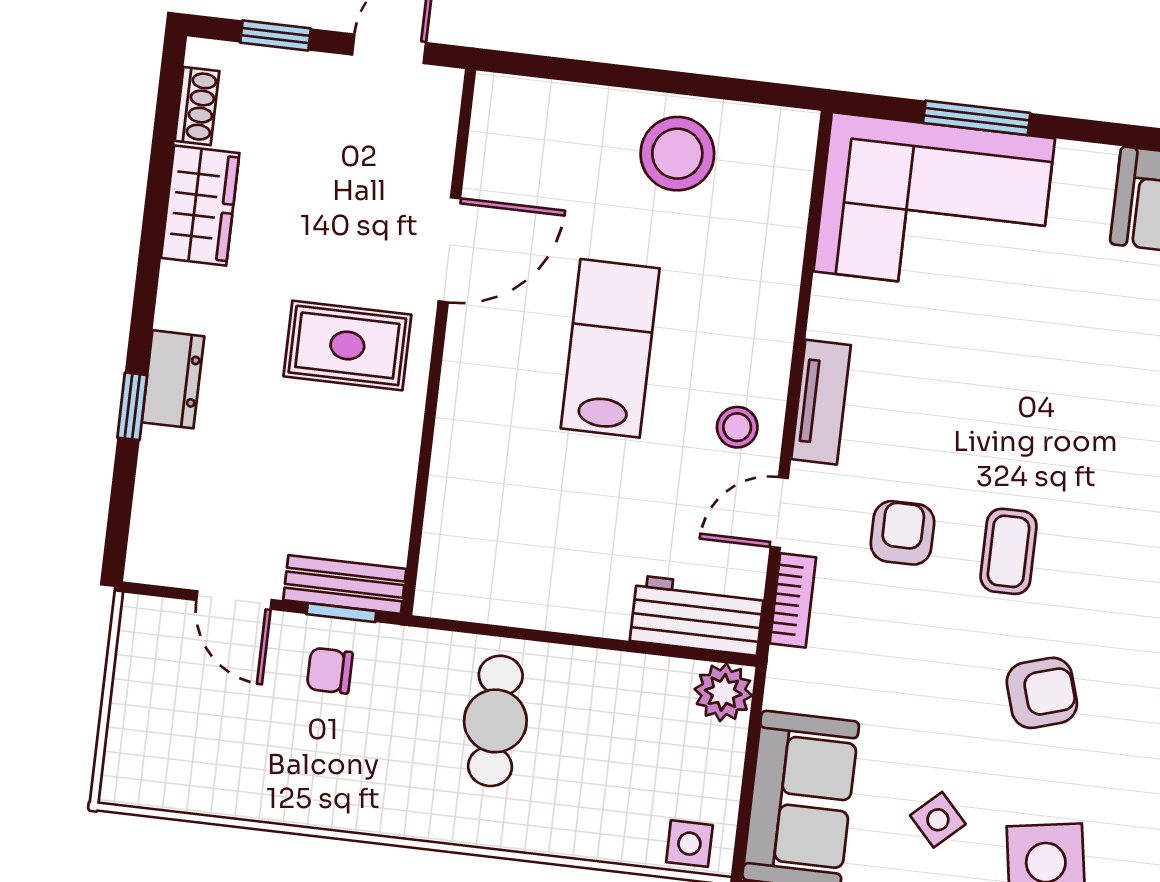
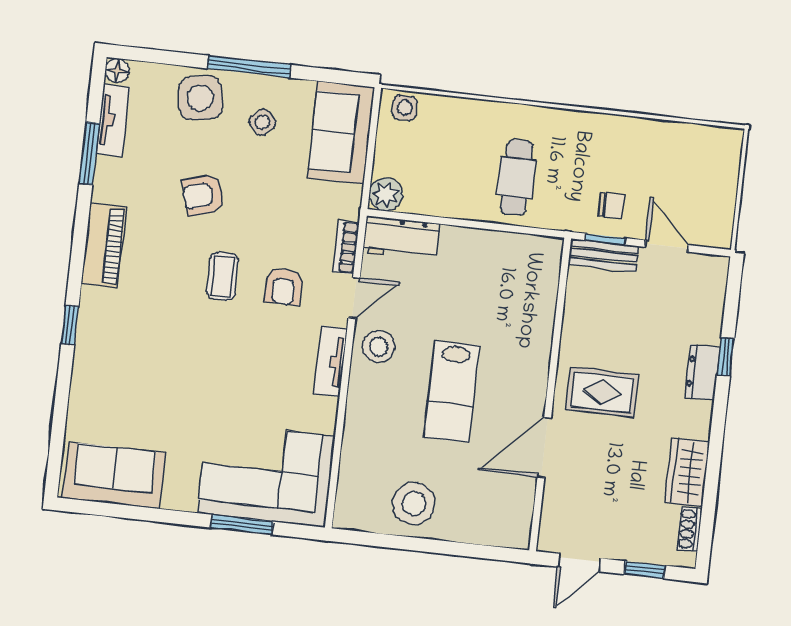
stool: (737, 427) -> (379, 347), width x1.37, depth x1.37

